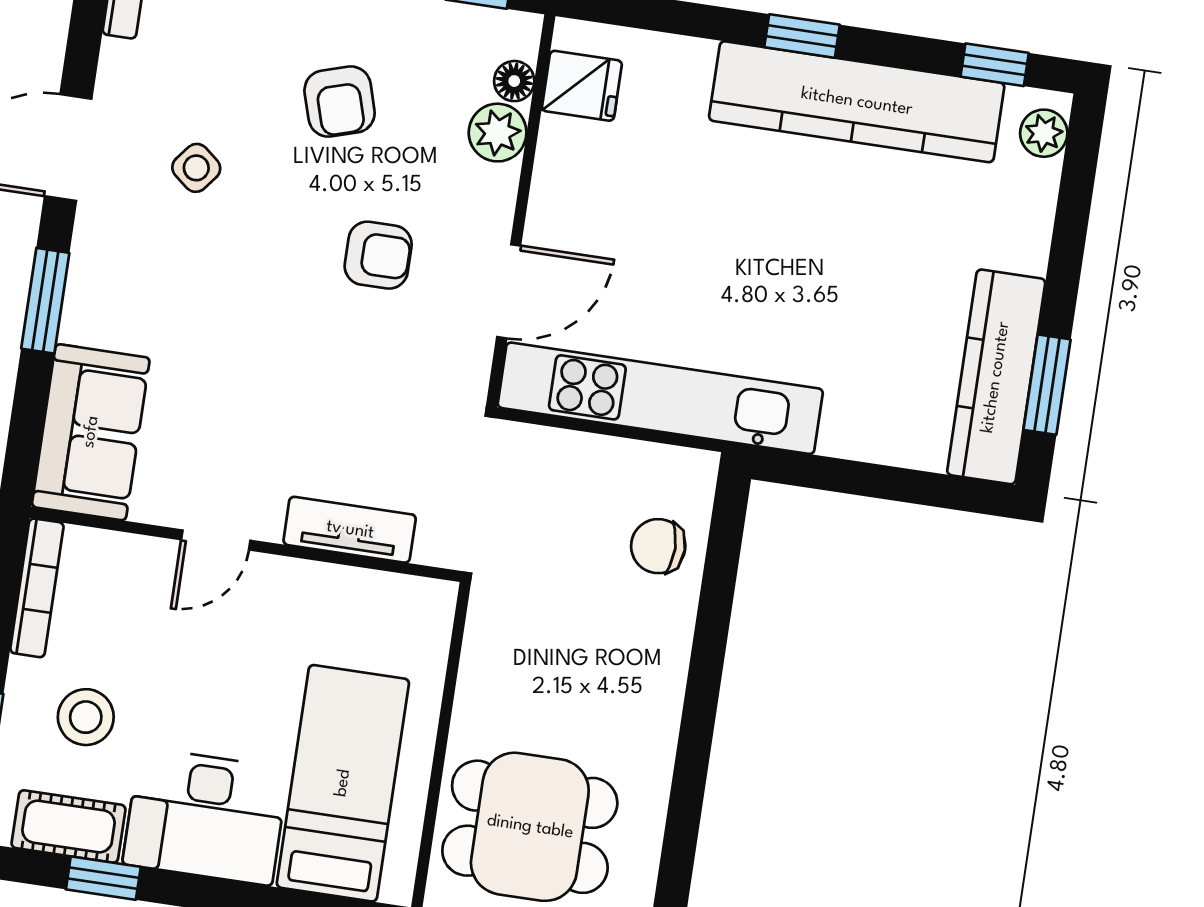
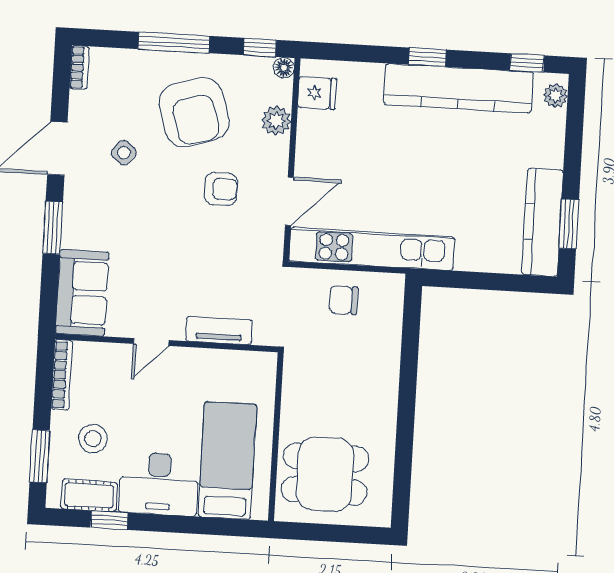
floor lamp: (514, 81) -> (284, 68), moved
armchair: (340, 102) -> (194, 112), width x1.88, depth x1.88
chair: (658, 546) -> (343, 300), moved

